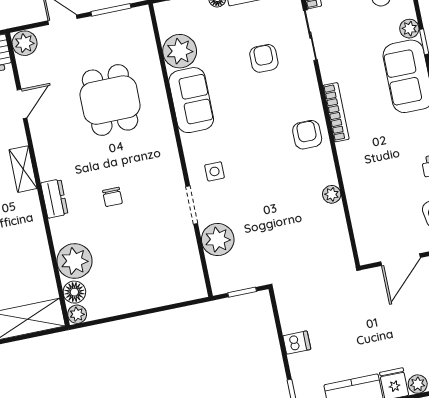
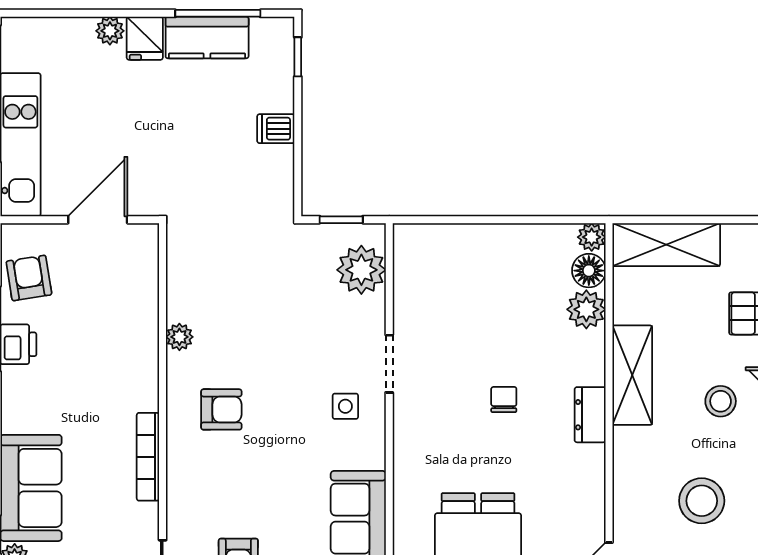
armchair: (307, 135) -> (221, 409), moved, turned -90
shelving: (23, 169) -> (632, 375), moved, width x1.50, depth x1.33
plant: (218, 240) -> (361, 270), moved
plant: (74, 261) -> (586, 309), width x0.73, depth x0.73

